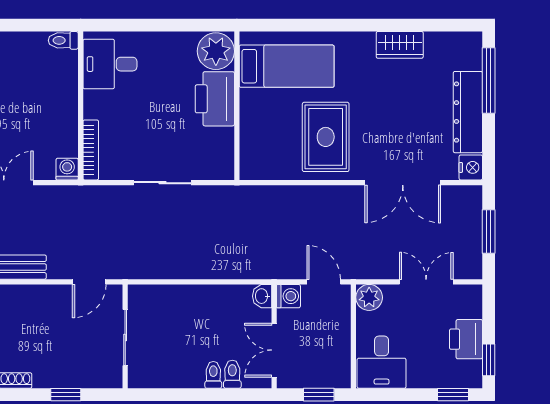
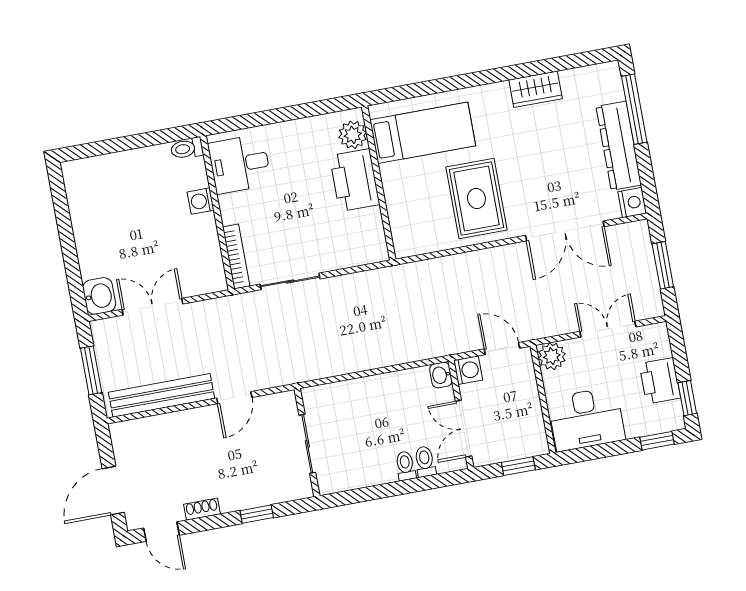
plant: (216, 51) -> (353, 135), width x0.73, depth x0.73
washing machine: (67, 169) -> (201, 201), moved, turned -90
sliding door: (162, 183) -> (290, 281), moved
door: (89, 282) -> (234, 398), moved
desk: (382, 362) -> (586, 419), width x1.37

